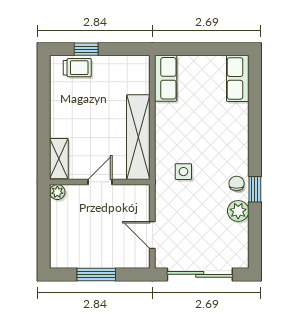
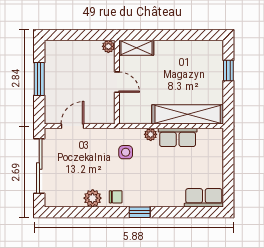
trolley: (77, 68) -> (213, 63), removed
row of seats: (166, 78) -> (178, 137), moved
shelving: (138, 137) -> (188, 114), moved
plant: (162, 142) -> (151, 134), added
window: (255, 189) -> (140, 212), moved

